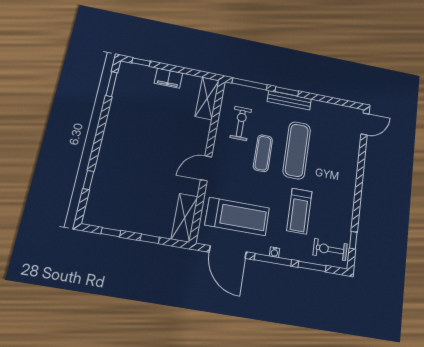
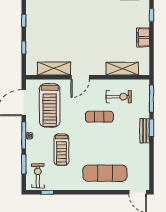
shelving: (207, 98) -> (122, 69), moved
bench: (289, 100) -> (145, 131), width x0.73
exercise mat: (297, 150) -> (105, 173), moved
door: (206, 168) -> (80, 77), swing flipped
treadmill: (299, 211) -> (61, 150), turned -90
shelving: (185, 218) -> (54, 69), moved

